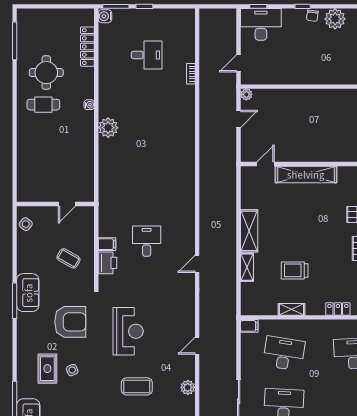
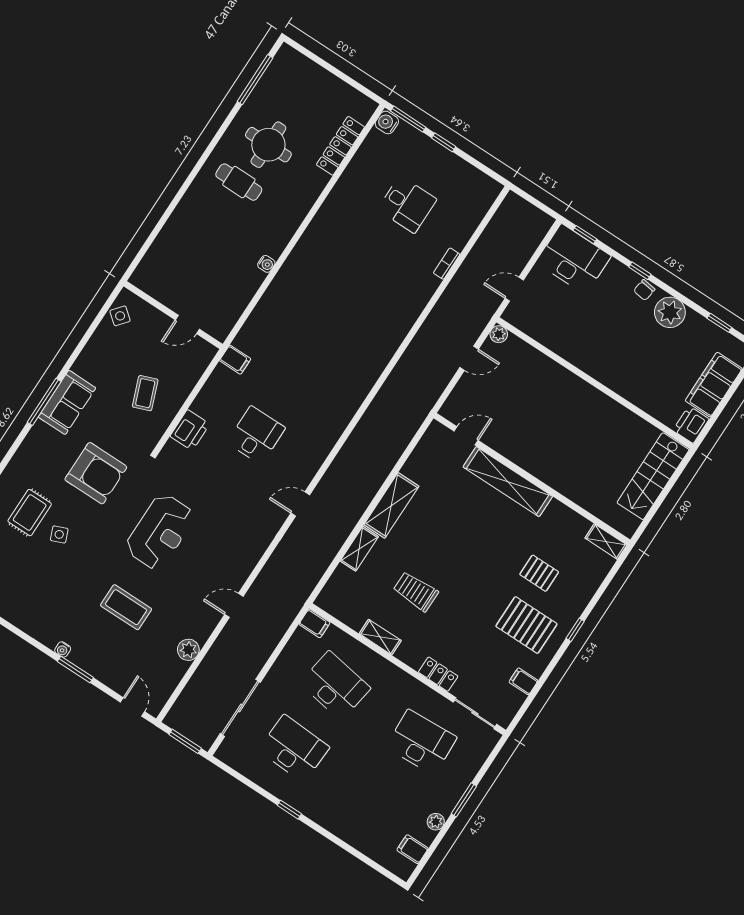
water cooler: (89, 105) -> (266, 264), moved
plant: (108, 128) -> (300, 263), removed
filing cabinet: (107, 244) -> (235, 360), moved
coffee table: (68, 258) -> (145, 393), turned 39

